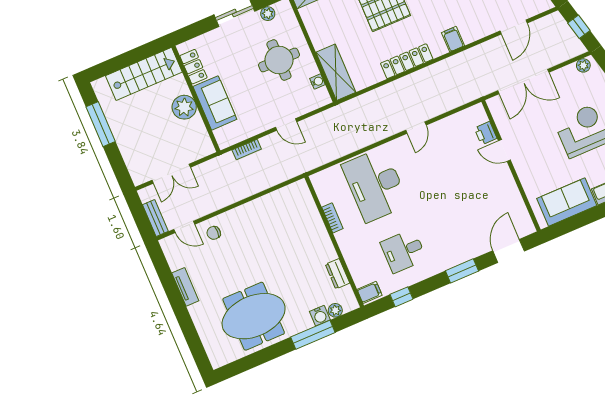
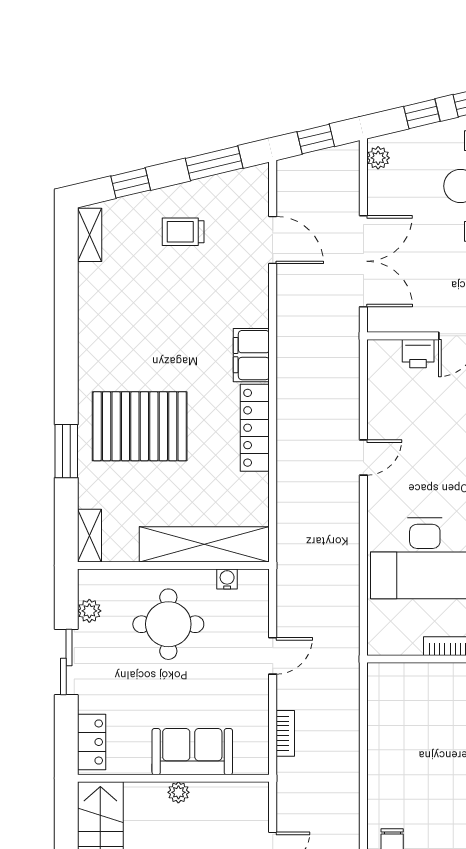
filing cabinet: (453, 39) -> (251, 355), width x2.00
locker: (193, 67) -> (92, 742), moved, turned 90
shelving: (336, 72) -> (204, 544), width x1.47
plant: (184, 107) -> (178, 792), width x0.53, depth x0.53
door: (416, 128) -> (363, 457), hinge flipped

